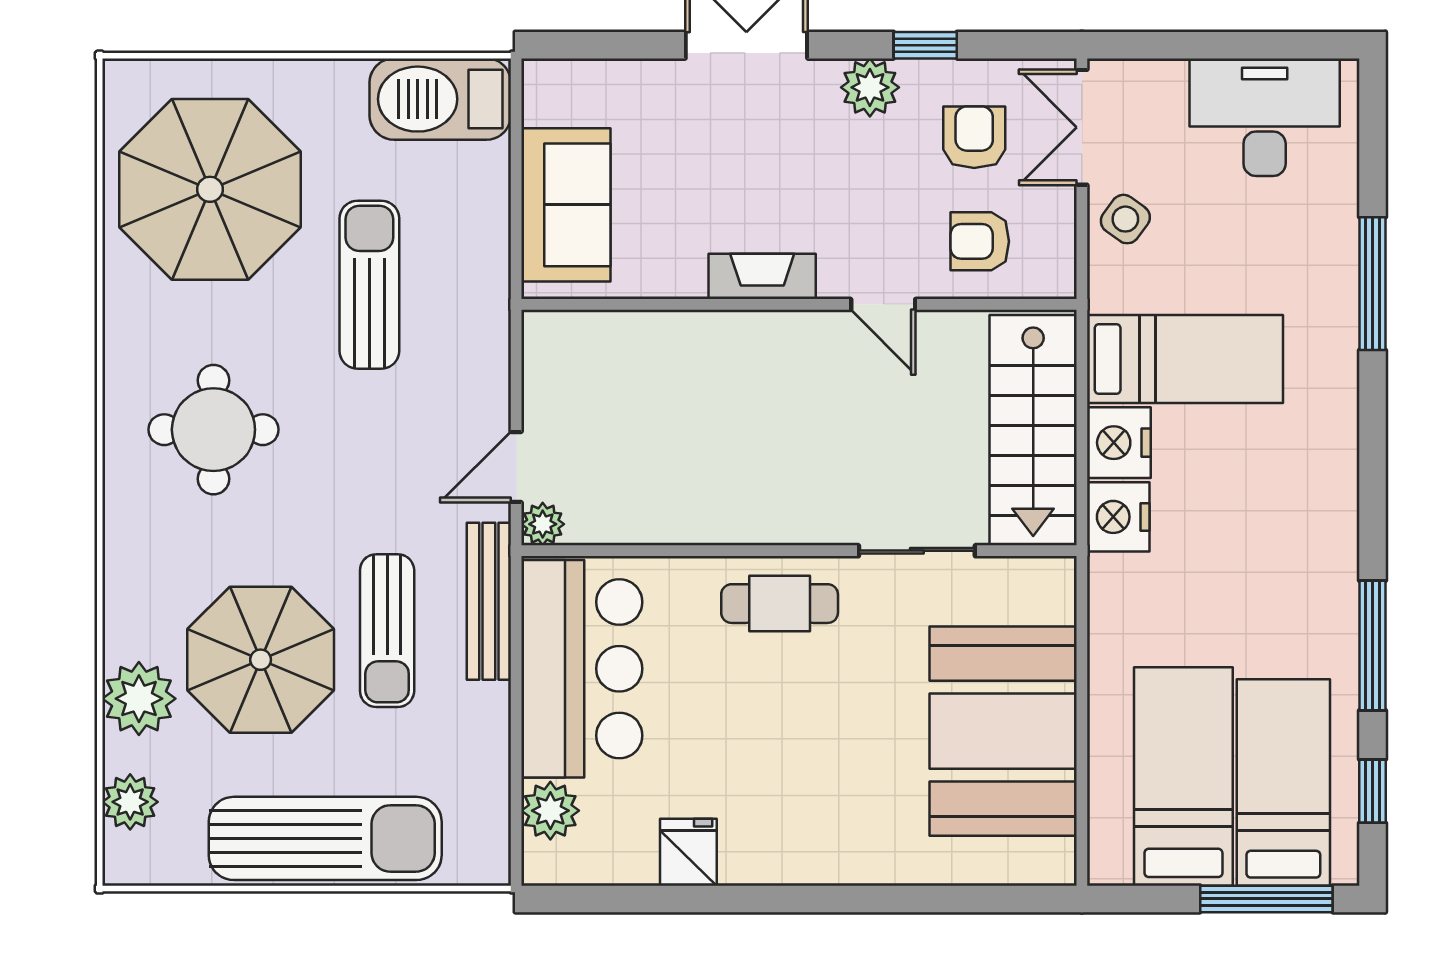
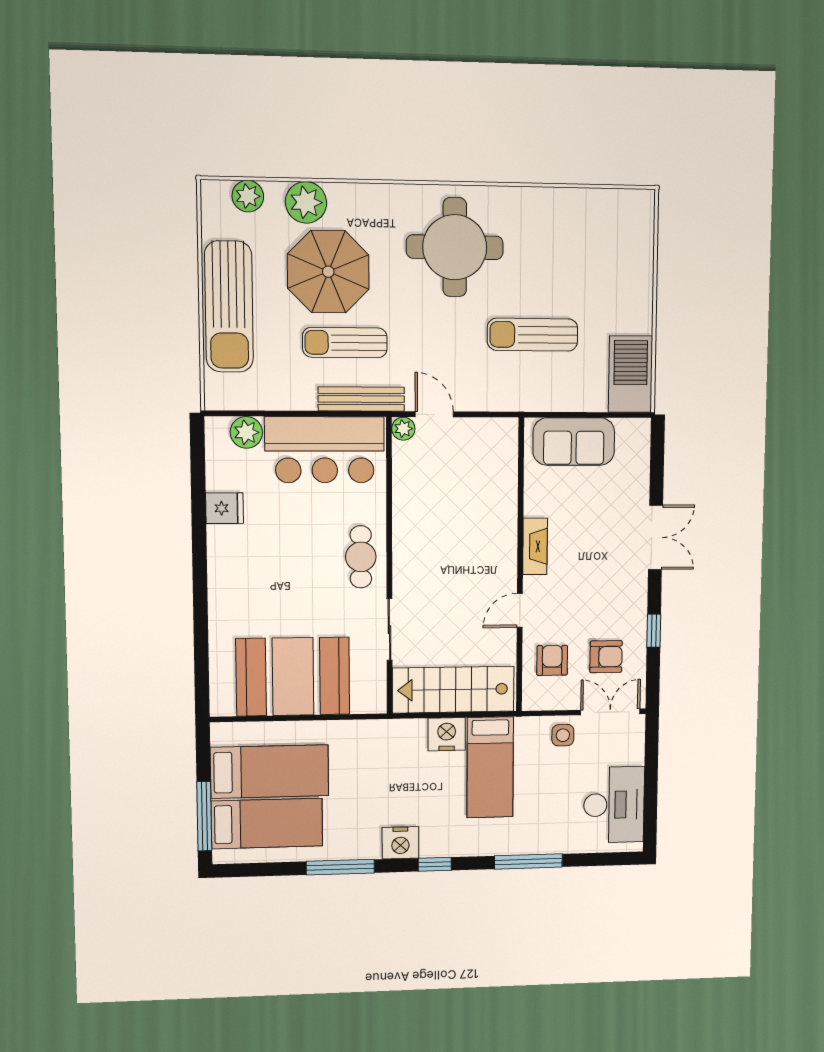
plant: (870, 87) -> (633, 602), removed
parasol: (210, 189) -> (585, 247), removed
side table: (1125, 219) -> (563, 735), turned -36
sun lounger: (369, 285) -> (533, 335), turned 180
round table: (213, 430) -> (455, 247), width x1.36, depth x1.36
nightstand: (1118, 517) -> (400, 843), moved, turned 180
window: (1373, 791) -> (435, 864), moved

